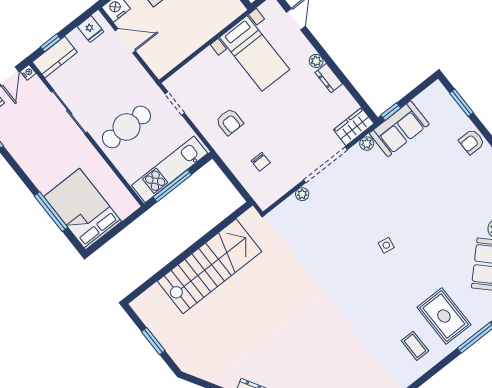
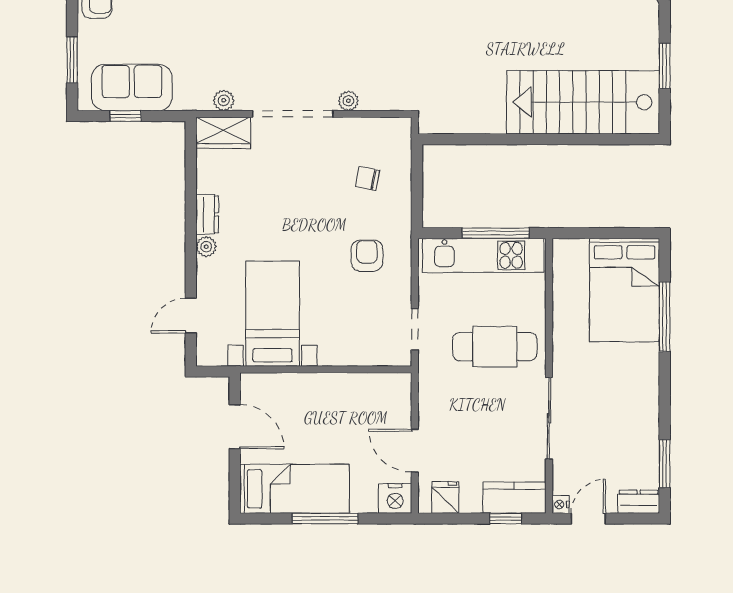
window: (391, 112) -> (126, 116), moved
sofa: (399, 129) -> (132, 88), moved
chair: (261, 162) -> (367, 179), turned -79
stairs: (209, 266) -> (583, 102), moved

